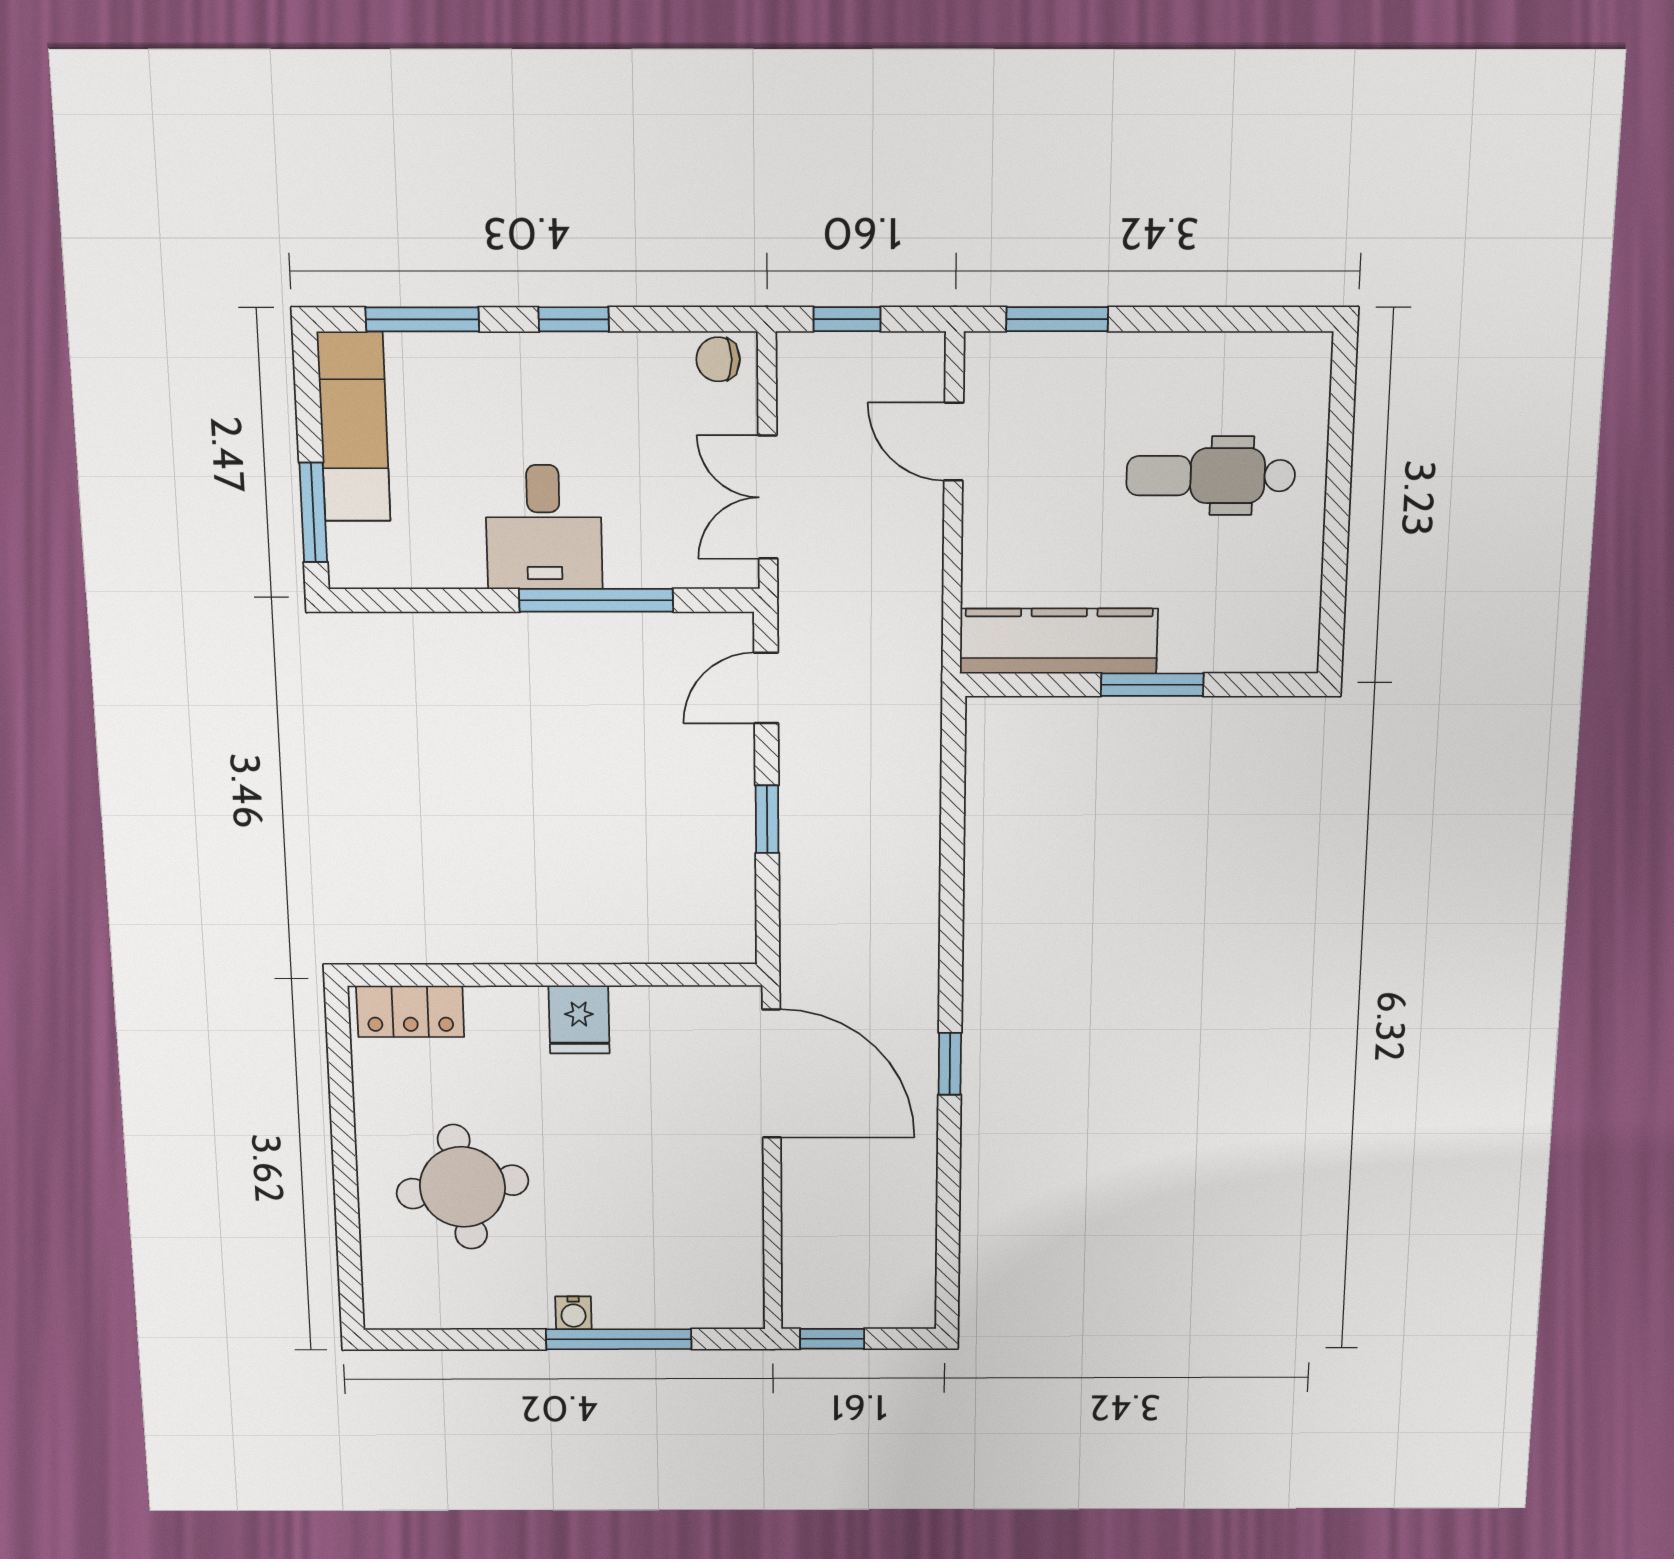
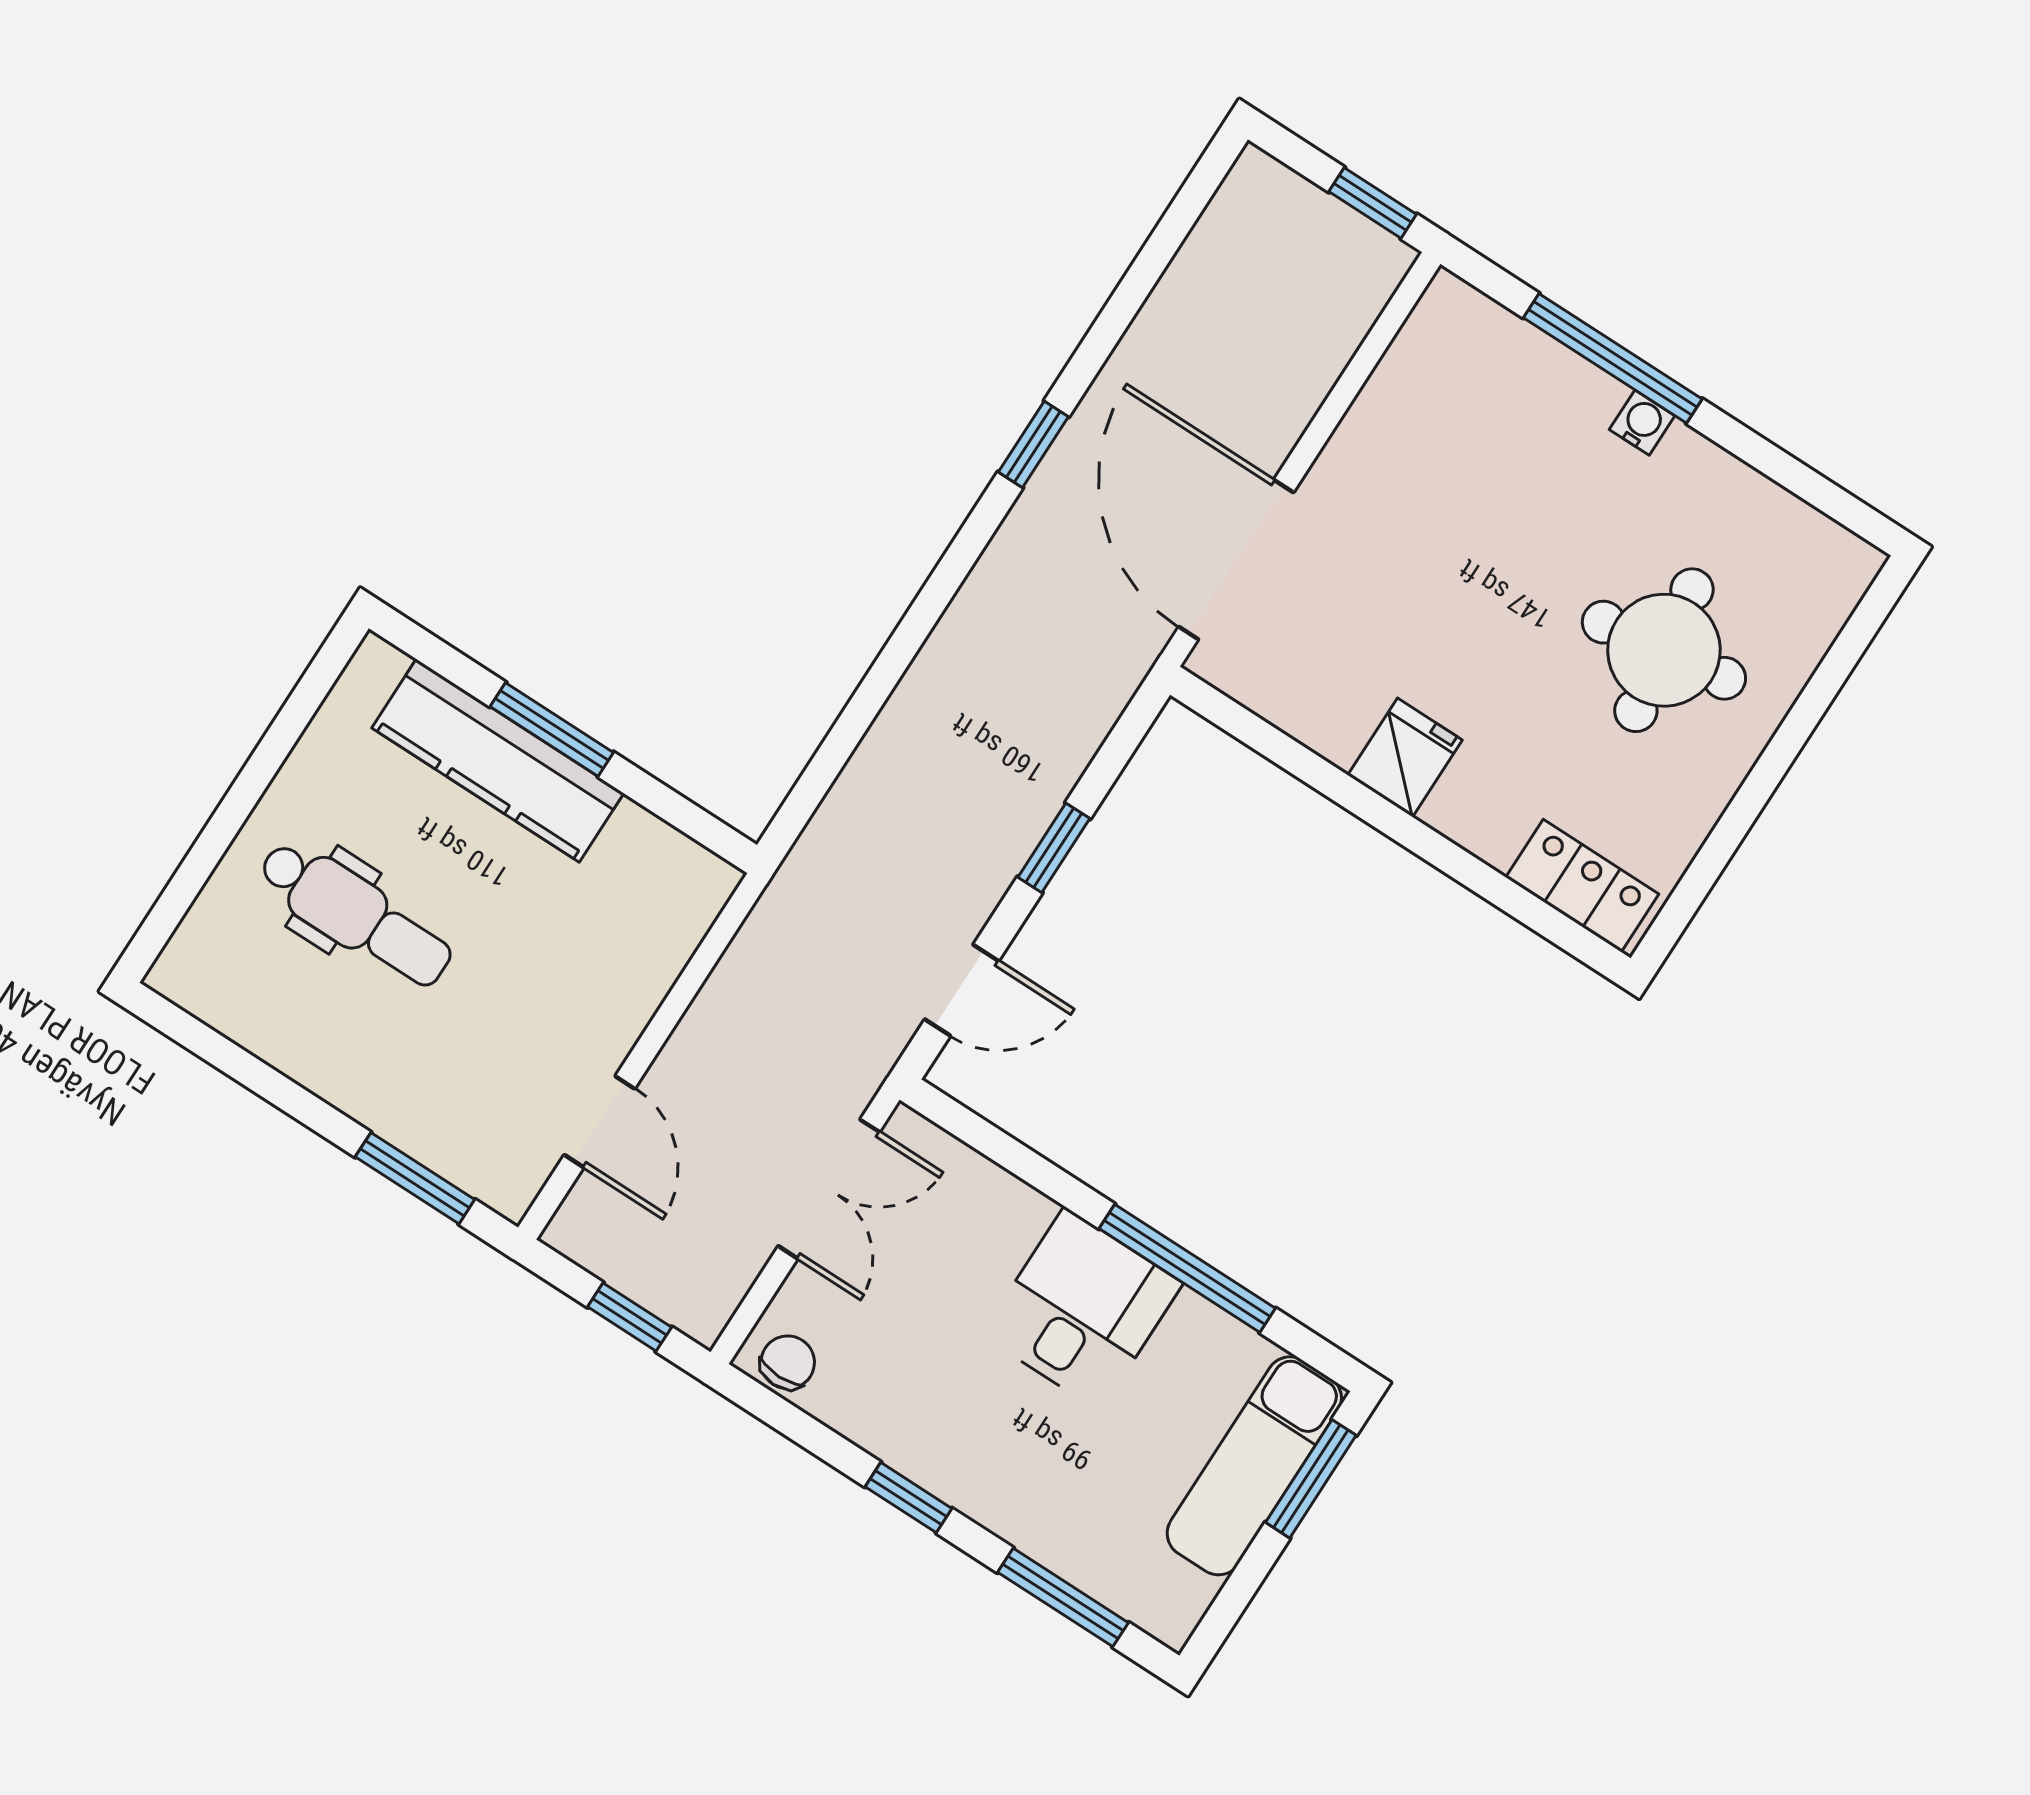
chair: (718, 359) -> (788, 1362), turned -90
exam couch: (354, 427) -> (1254, 1466), moved
window: (596, 600) -> (1187, 1268), moved
kitchen counter: (1059, 641) -> (498, 761), moved

